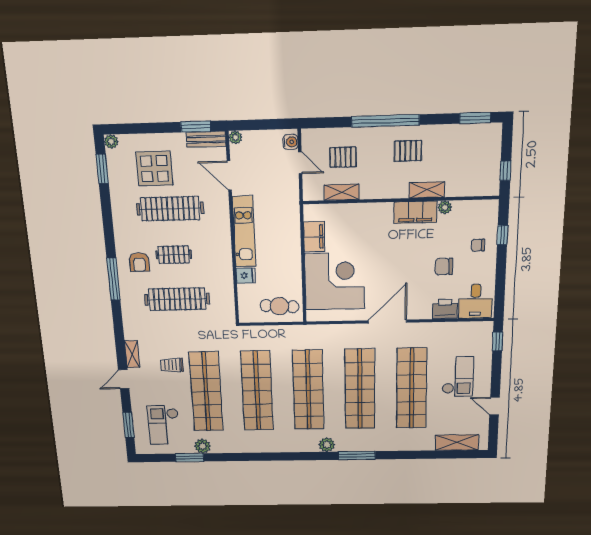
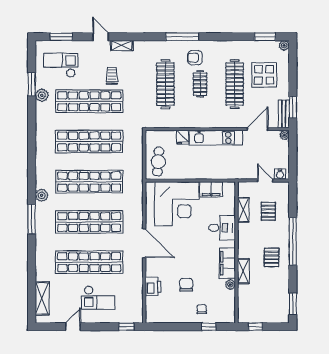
door: (300, 163) -> (265, 181), swing flipped
desk: (476, 301) -> (222, 228), moved, turned 180

